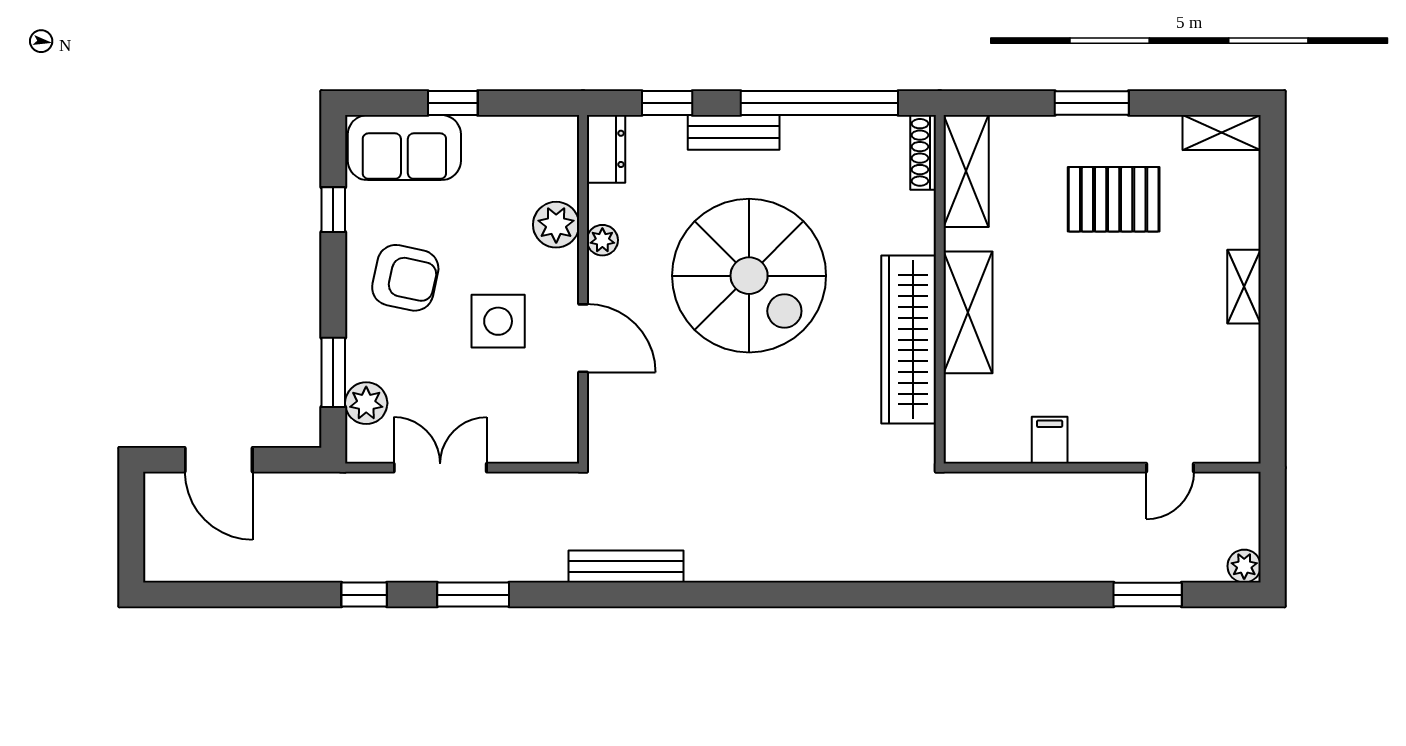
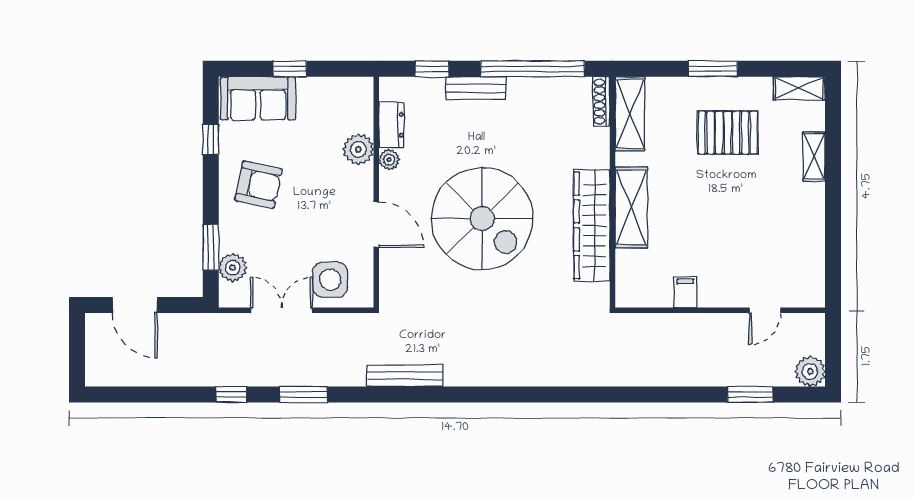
dresser: (606, 149) -> (391, 125), moved
spiral stairs: (749, 276) -> (482, 219), moved
shelving: (1244, 287) -> (814, 156), moved
side table: (498, 321) -> (330, 280), moved
plant: (1244, 566) -> (810, 371), width x1.38, depth x1.38

